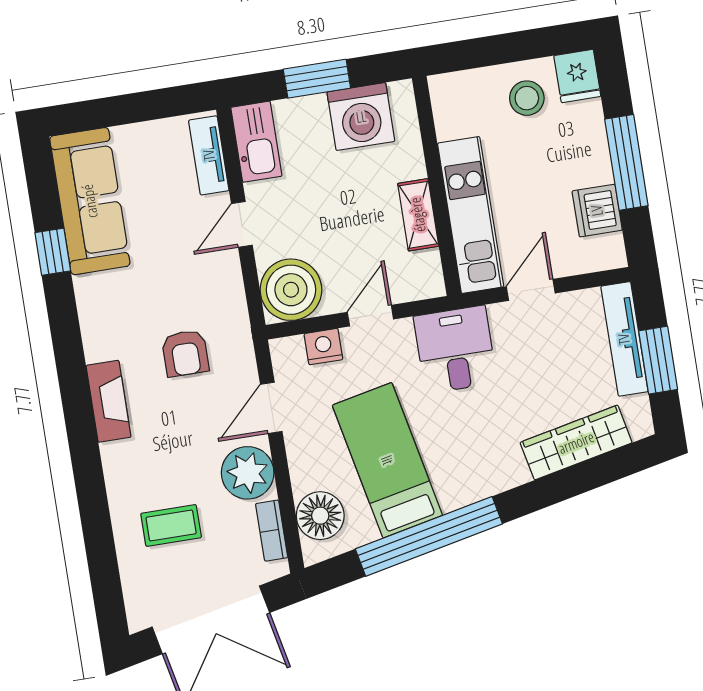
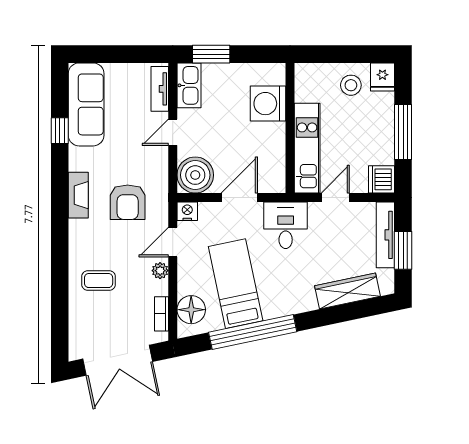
window: (317, 79) -> (211, 54), moved
washing machine: (361, 117) -> (268, 104), moved, turned 90
dishwasher: (597, 211) -> (381, 179), moved
shelving: (418, 215) -> (277, 143), removed
door: (370, 316) -> (239, 198), width x1.38
nightstand: (323, 347) -> (187, 211), moved
armchair: (185, 353) -> (128, 202), width x1.38, depth x1.38
fireplace: (109, 401) -> (78, 195), moved
plant: (248, 473) -> (160, 271), width x0.53, depth x0.53
coffee table: (171, 526) -> (99, 281), moved

